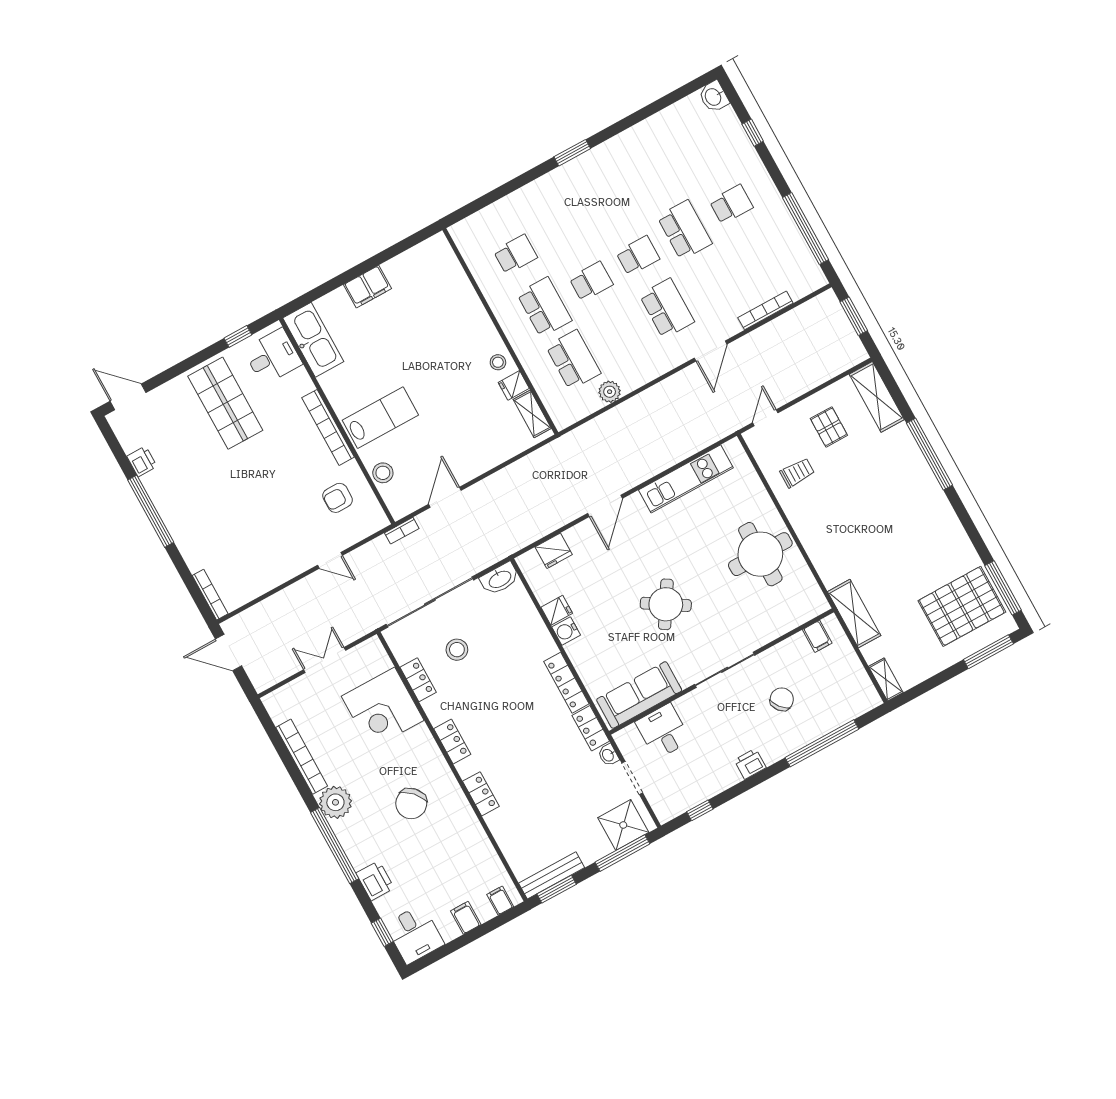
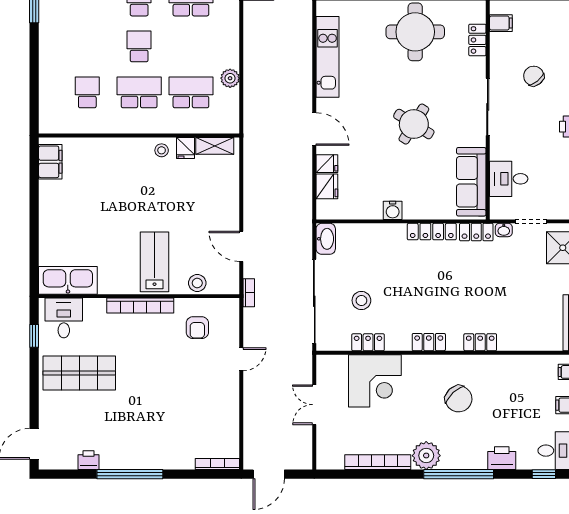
filing cabinet: (367, 287) -> (50, 162), moved
fridge: (557, 610) -> (327, 164), moved, turned 90
locker: (787, 622) -> (477, 40), added

